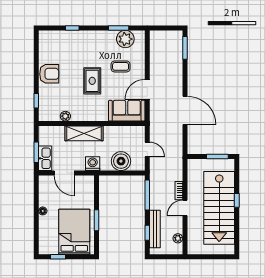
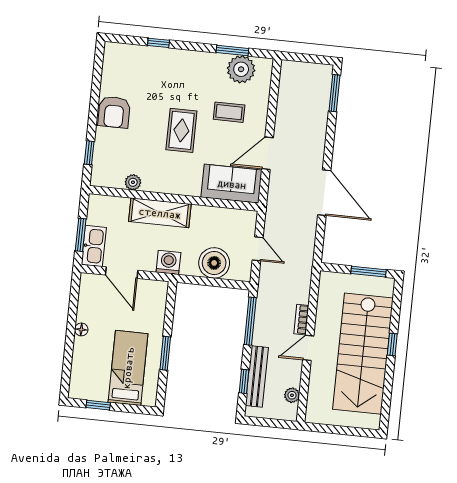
armchair: (49, 74) -> (114, 112), turned 90
bed: (74, 232) -> (128, 368), width x0.67

